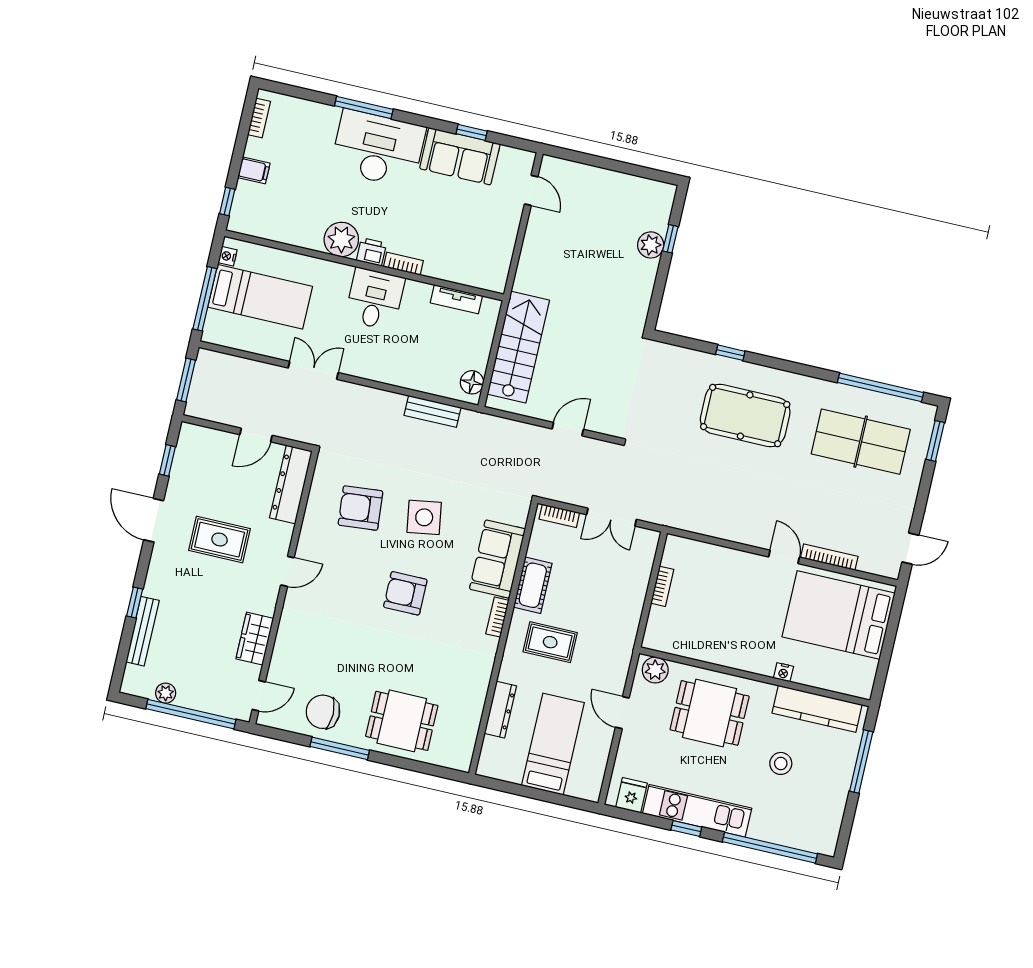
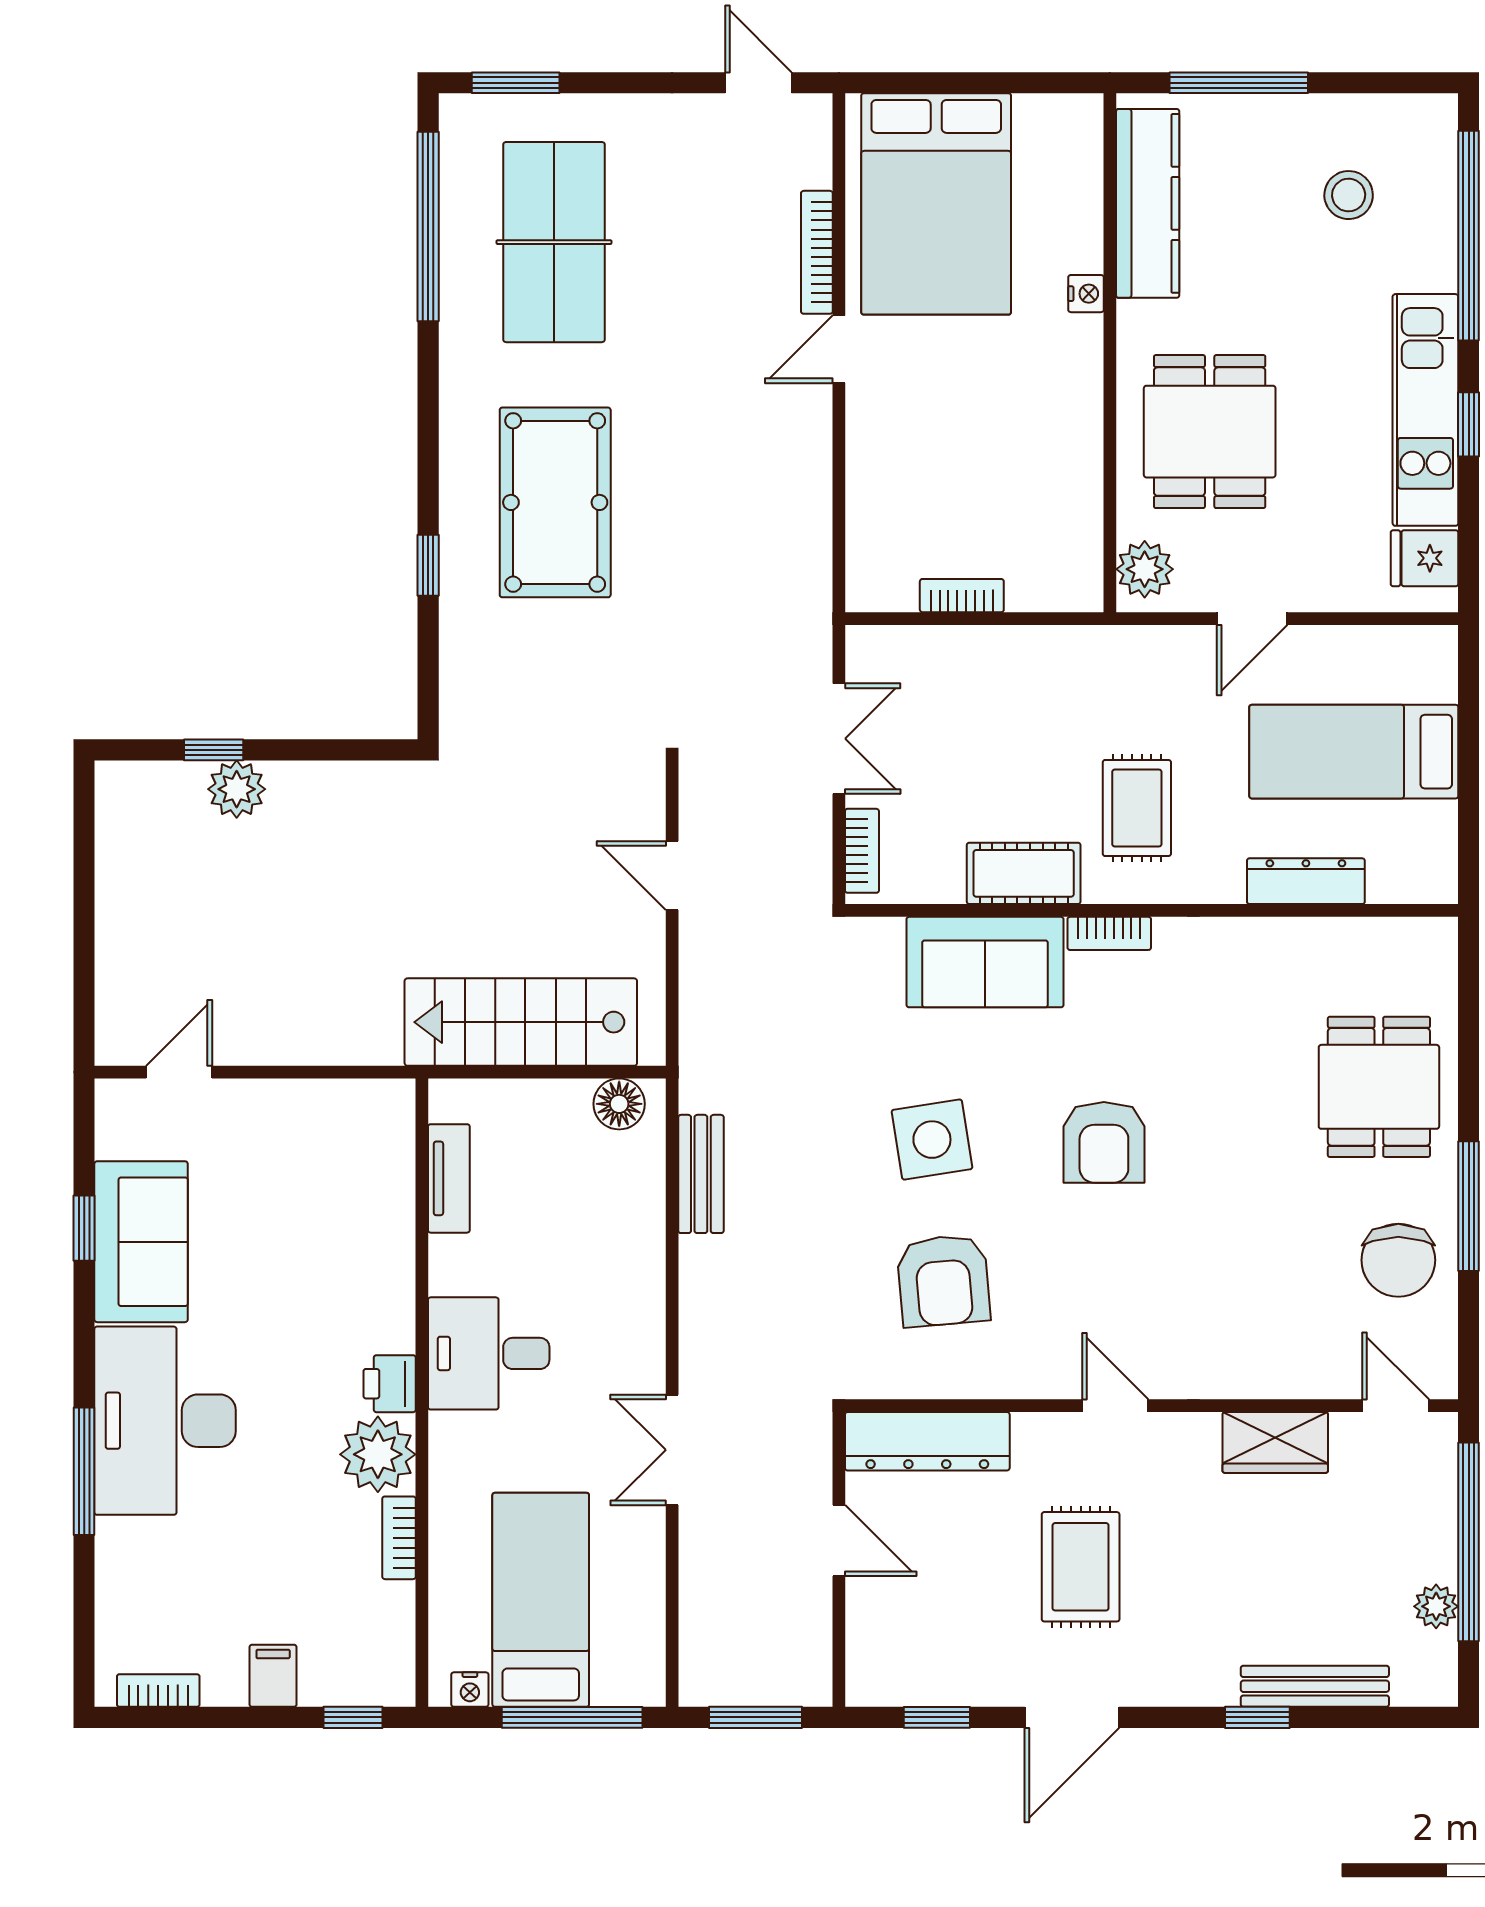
bookcase: (403, 264) -> (399, 1538), moved
stool: (781, 763) -> (1349, 195), moved

